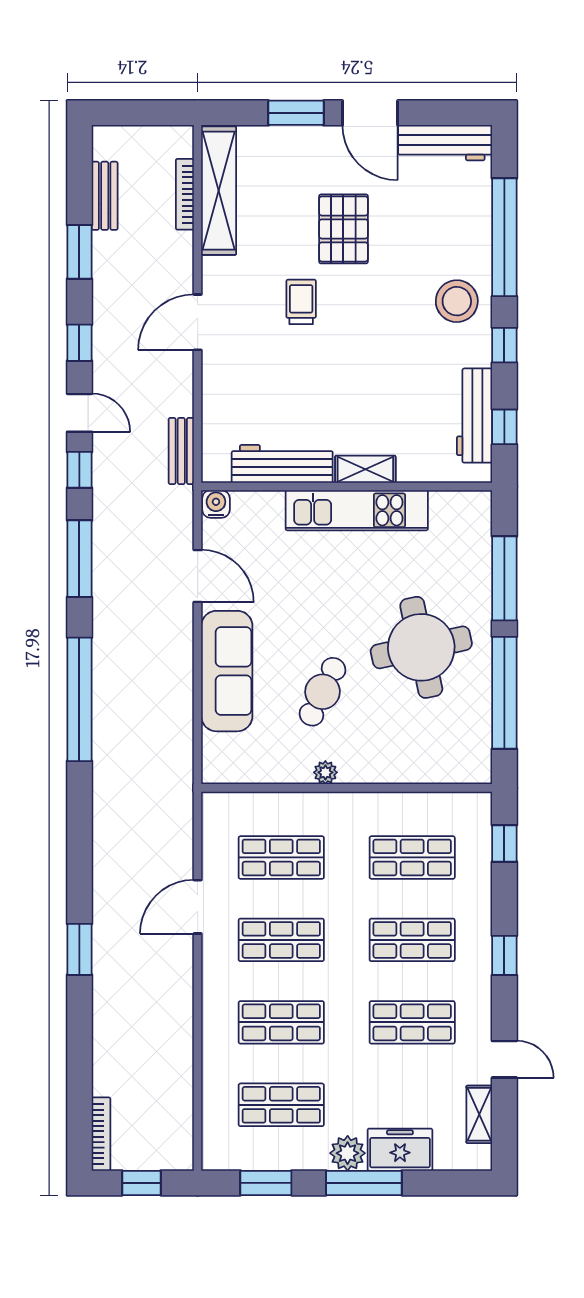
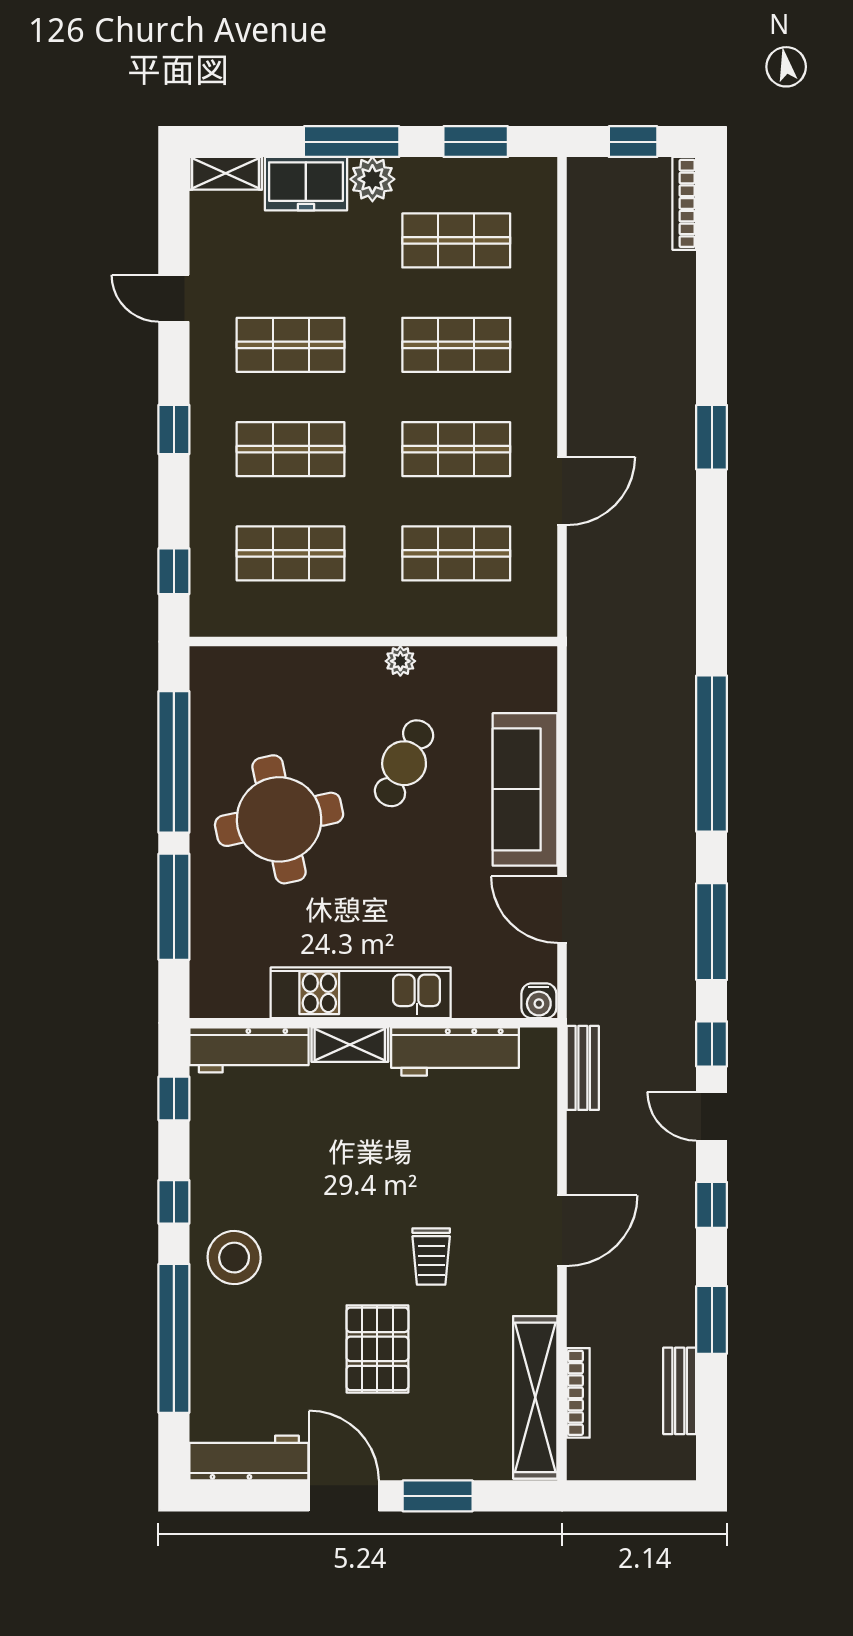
workbench: (474, 416) -> (249, 1050), moved, turned 90
shelving: (479, 1114) -> (226, 173), moved, turned 90

